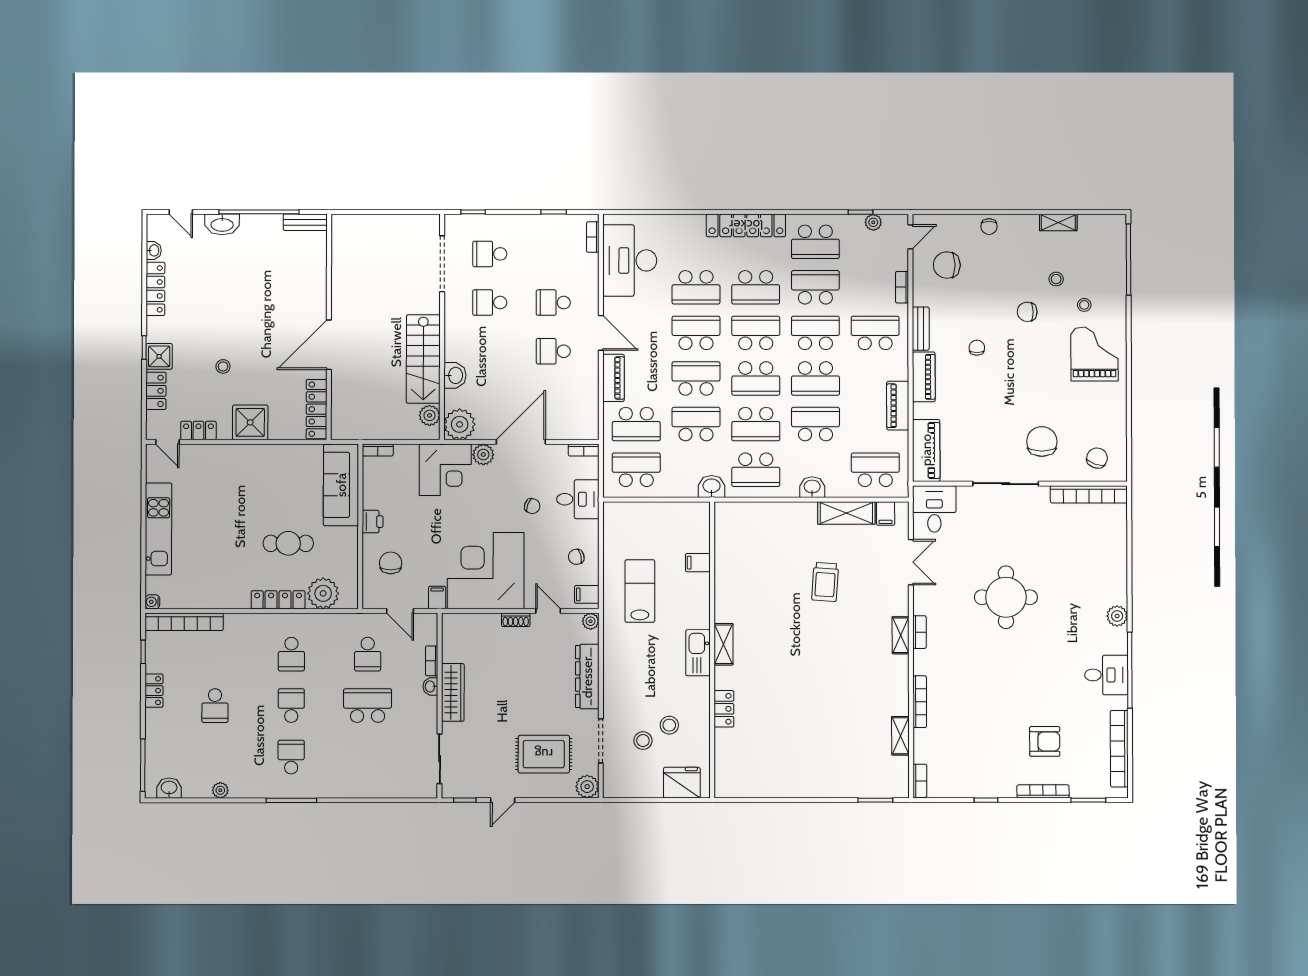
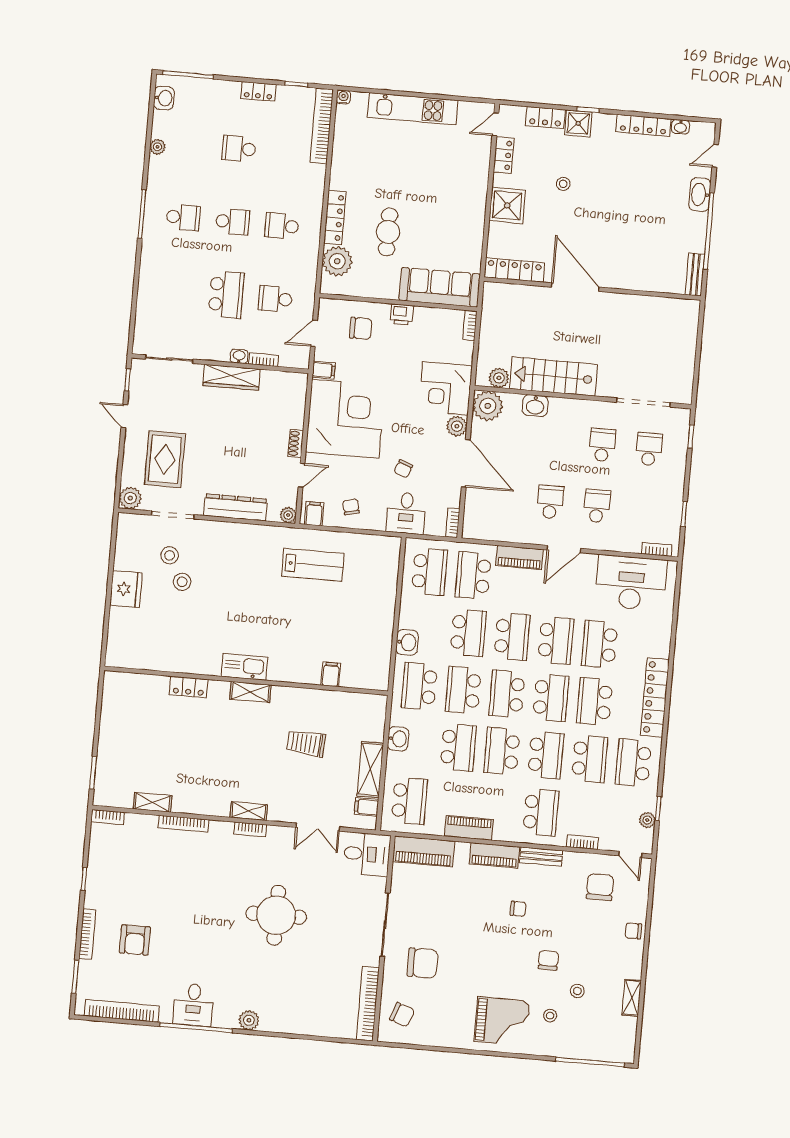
filing cabinet: (698, 563) -> (331, 674), moved
shelving: (724, 644) -> (250, 692), moved
wall: (712, 650) -> (246, 681), moved
kitchen sink: (698, 653) -> (244, 667), moved
locker: (724, 709) -> (189, 687), moved

